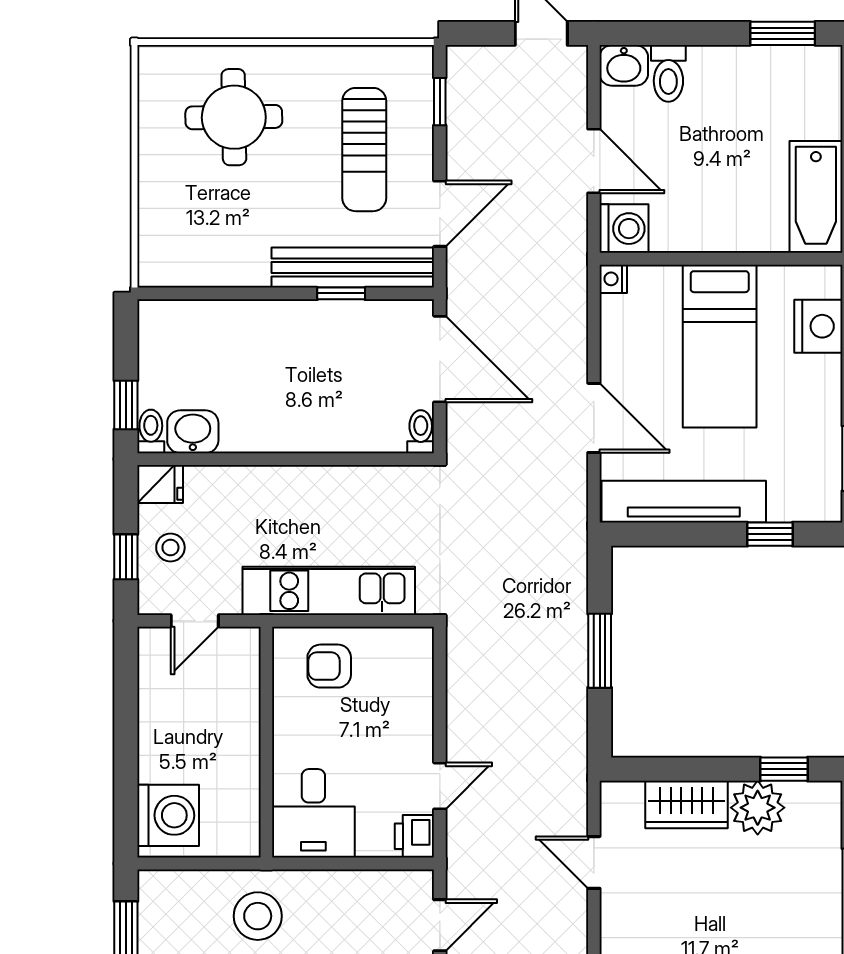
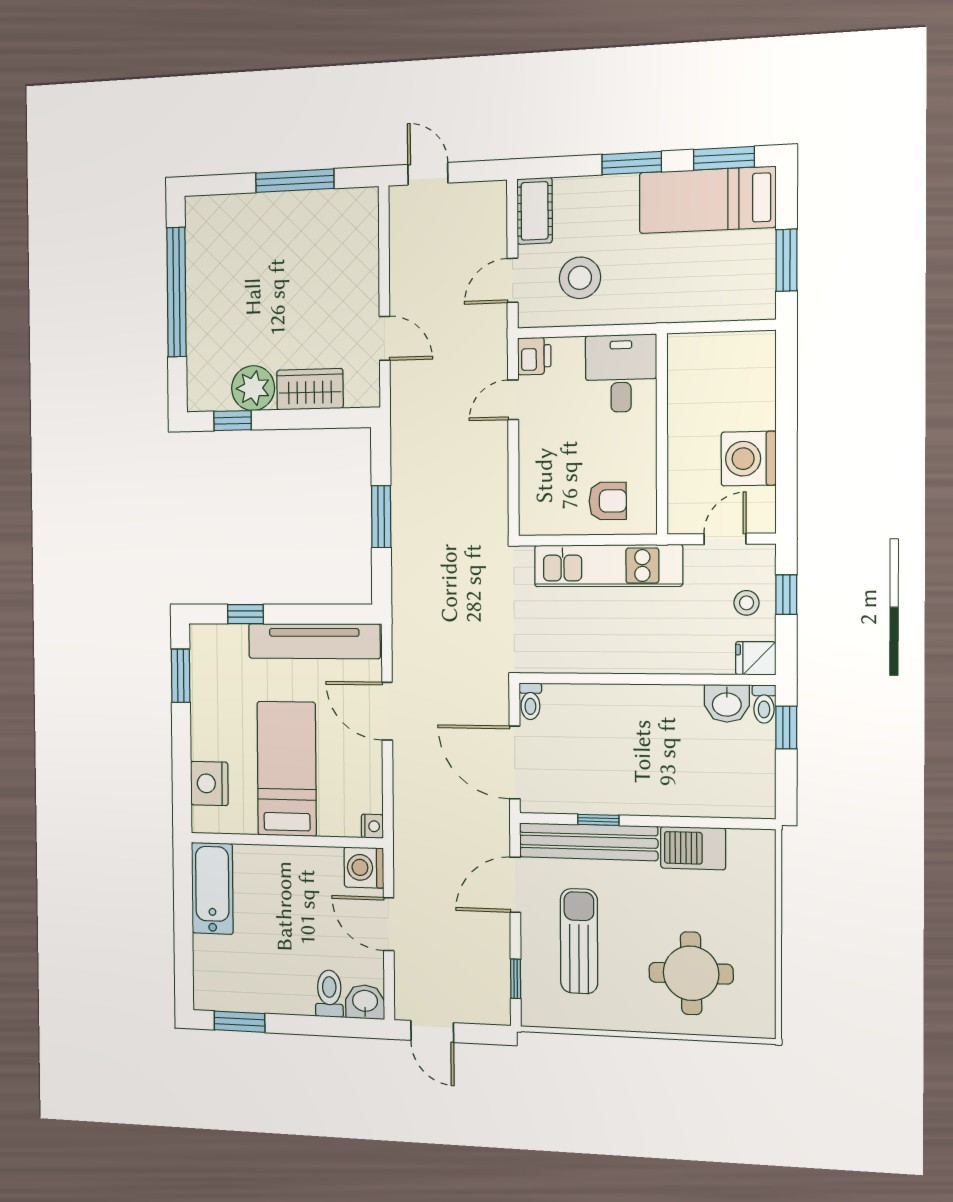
barbecue: (231, 263) -> (693, 848), added
washing machine: (168, 815) -> (749, 459), moved
stool: (258, 916) -> (580, 278), moved

